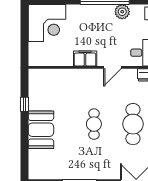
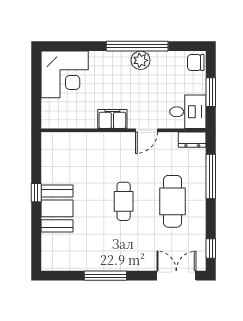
plant: (122, 12) -> (140, 60), moved
window: (24, 104) -> (36, 193), moved

